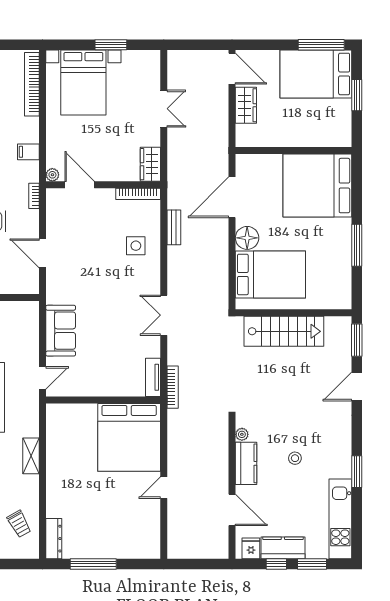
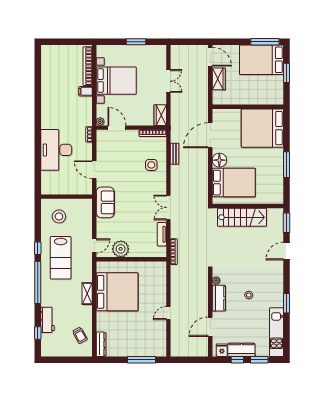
bed with nightstands: (83, 82) -> (116, 81), moved, turned -90
filing cabinet: (28, 152) -> (86, 91), moved
sofa: (61, 331) -> (105, 202), moved
tv unit: (153, 377) -> (162, 234), moved
plant: (86, 383) -> (121, 249), added
bed: (129, 437) -> (117, 292), moved, turned -90
door: (232, 510) -> (210, 327), swing flipped
window: (93, 564) -> (142, 360), moved

